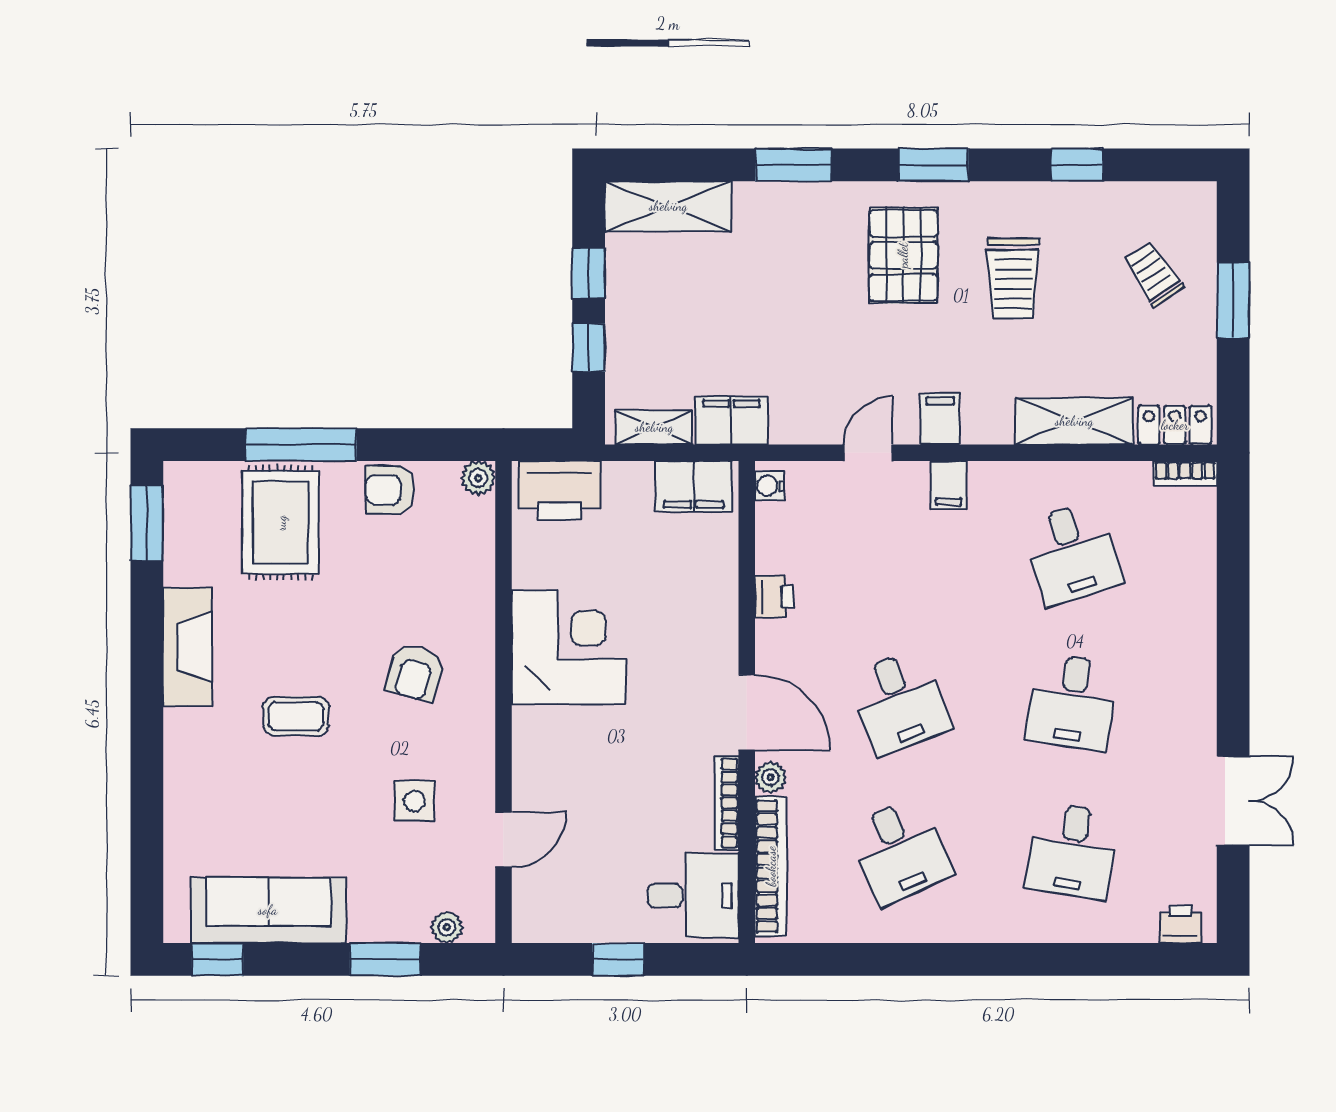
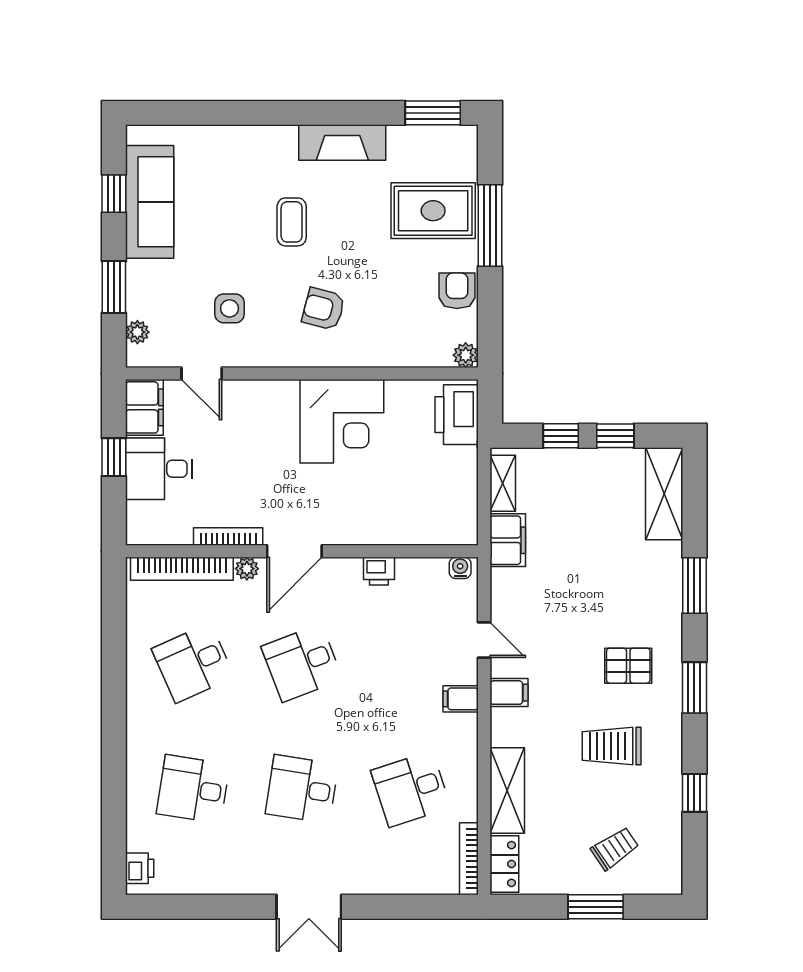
pallet: (903, 255) -> (628, 666), width x0.67, depth x0.71
bookcase: (1185, 473) -> (469, 859), width x1.56
filing cabinet: (694, 486) -> (144, 407), moved, turned 180
double door: (1233, 801) -> (309, 907), moved
desk: (693, 896) -> (159, 469), moved, turned 90
window: (217, 959) -> (114, 194), moved

